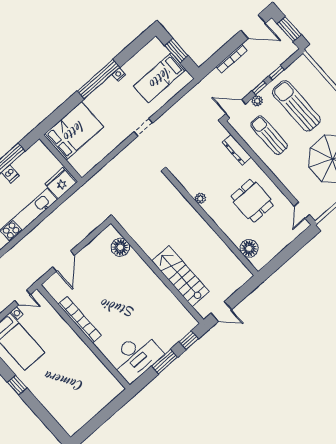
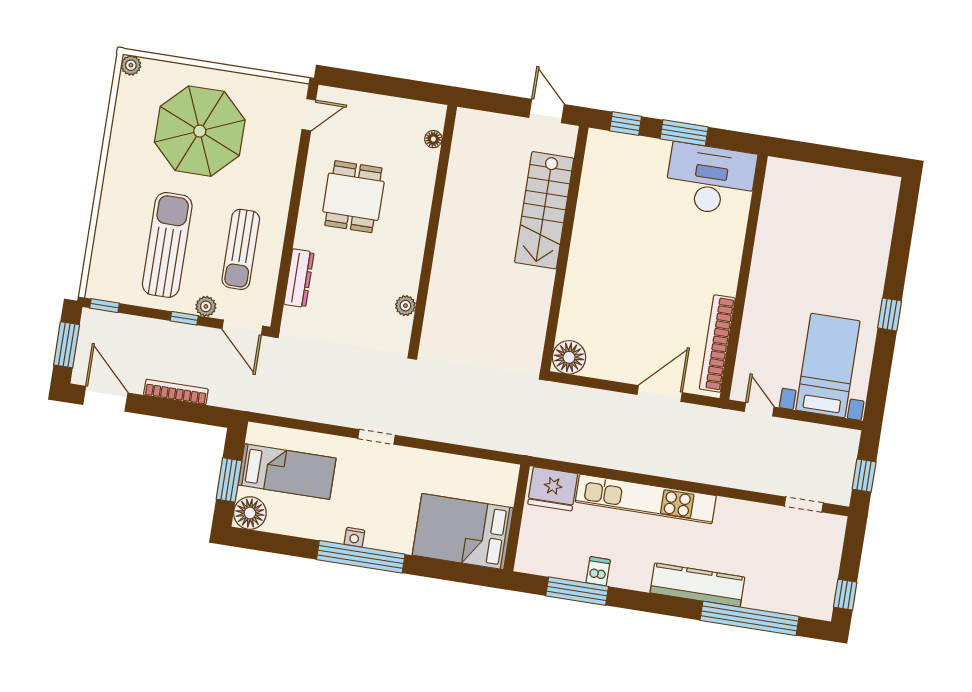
floor lamp: (155, 48) -> (250, 513), added
window: (276, 73) -> (105, 306), moved
nightstand: (119, 74) -> (354, 537), moved
sun lounger: (296, 106) -> (167, 245), turned 180
plant: (200, 198) -> (405, 306), moved
floor lamp: (120, 247) -> (569, 357), moved
floor lamp: (249, 248) -> (433, 139), width x0.53, depth x0.53
bookcase: (80, 320) -> (717, 343), moved

